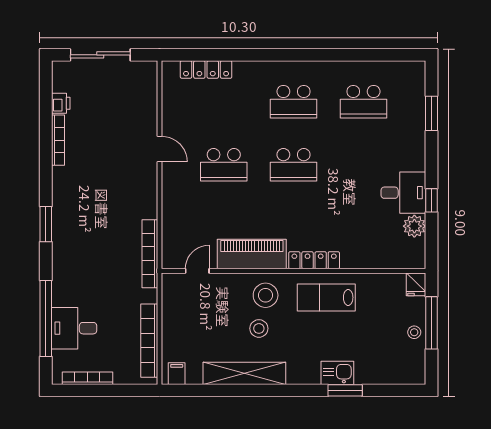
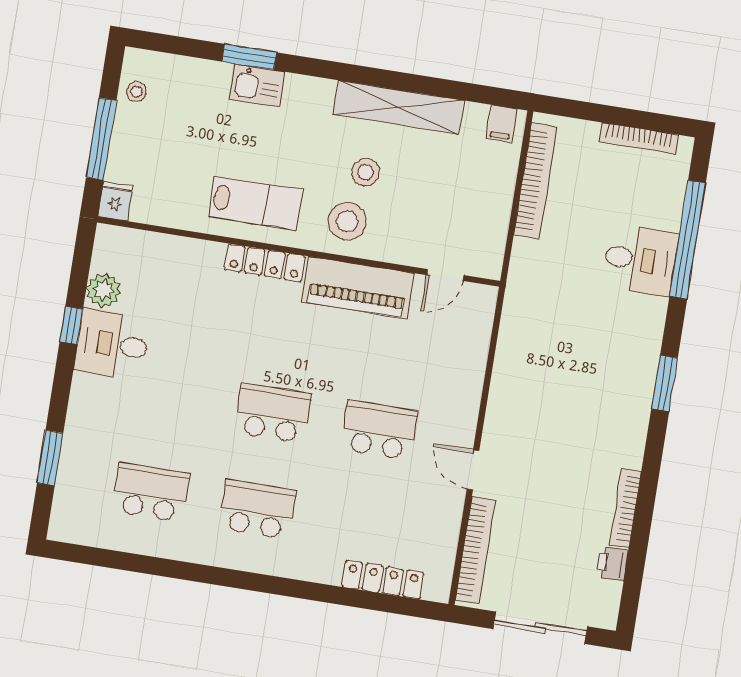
bookcase: (150, 254) -> (475, 550), moved
desk: (74, 328) -> (640, 260), moved
stool: (414, 332) -> (136, 92), moved

